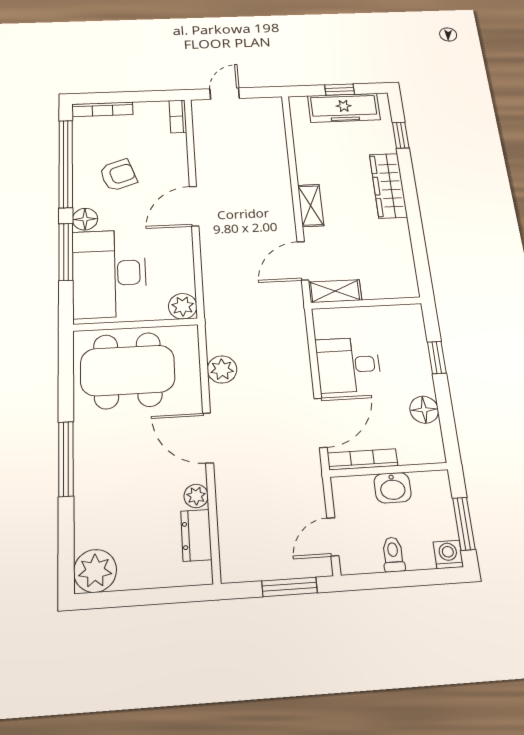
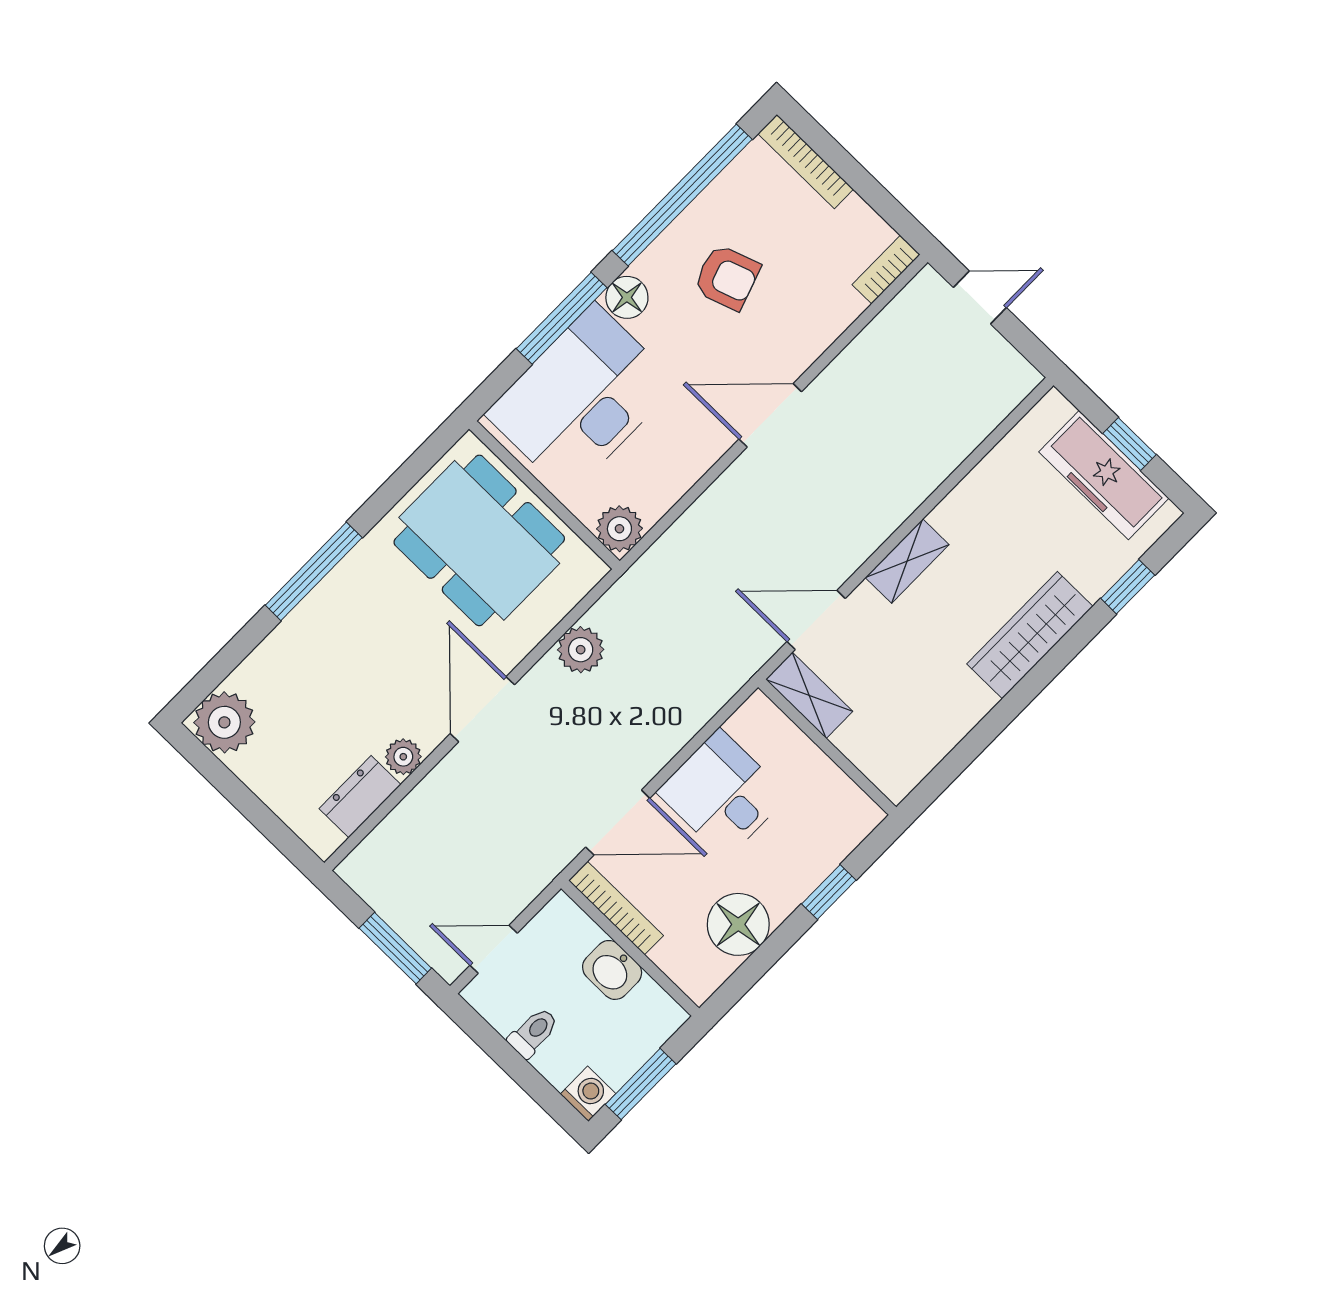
floor lamp: (424, 410) -> (738, 924), width x1.38, depth x1.38

